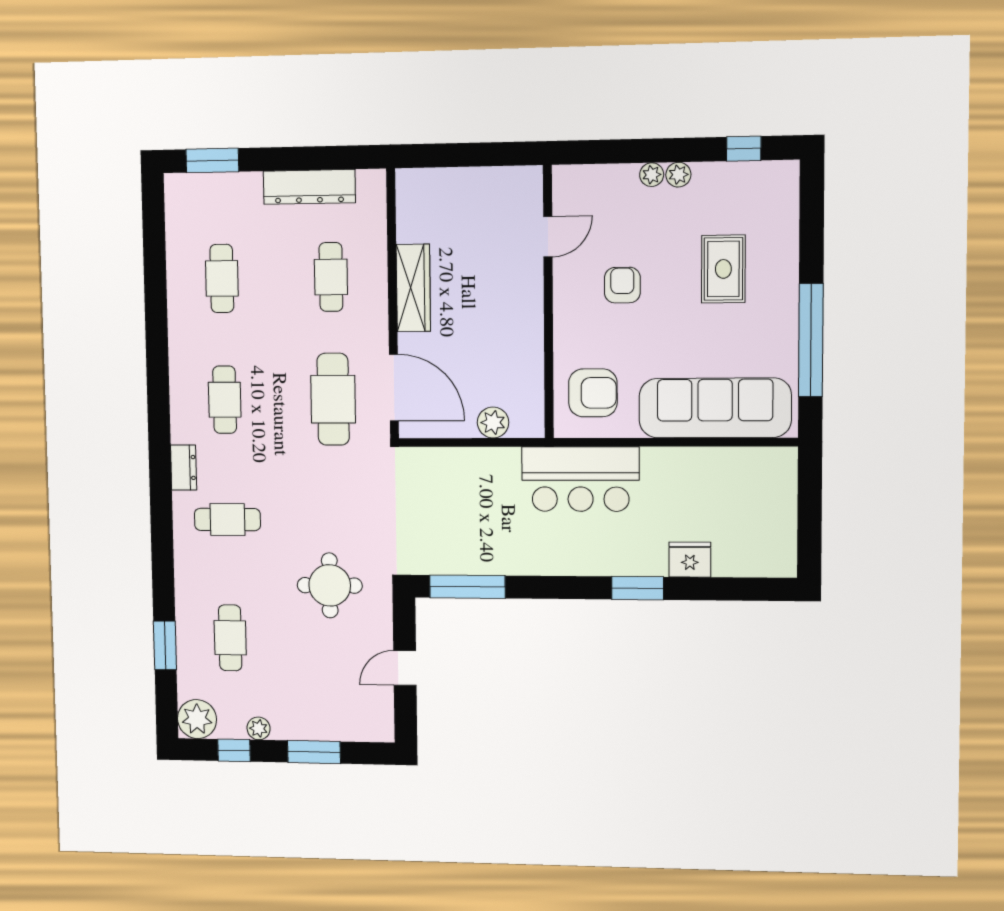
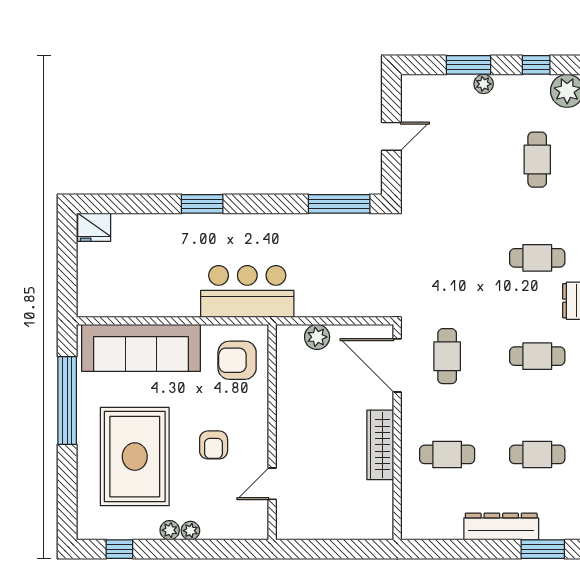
dresser: (309, 187) -> (501, 526), moved
rug: (723, 269) -> (135, 457), width x1.86, depth x2.06
cafe table: (331, 277) -> (447, 454), turned 90
cafe table: (222, 278) -> (537, 454), turned 90
cafe table: (333, 399) -> (447, 356), width x0.73, depth x0.74
cafe table: (225, 400) -> (537, 356), turned 90
fridge: (690, 560) -> (94, 227), moved
round table: (330, 585) -> (453, 204), removed
plant: (259, 728) -> (484, 84), moved

